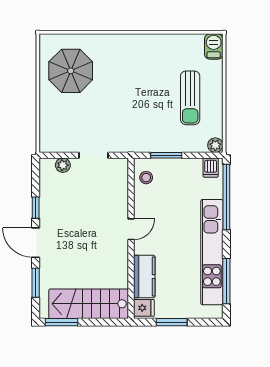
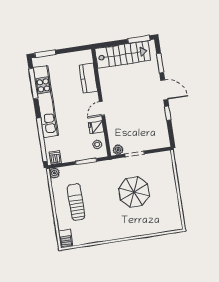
parasol: (71, 71) -> (134, 192), moved
plant: (63, 165) -> (118, 150), moved
fridge: (144, 308) -> (96, 127), moved
window: (172, 322) -> (45, 54), moved

